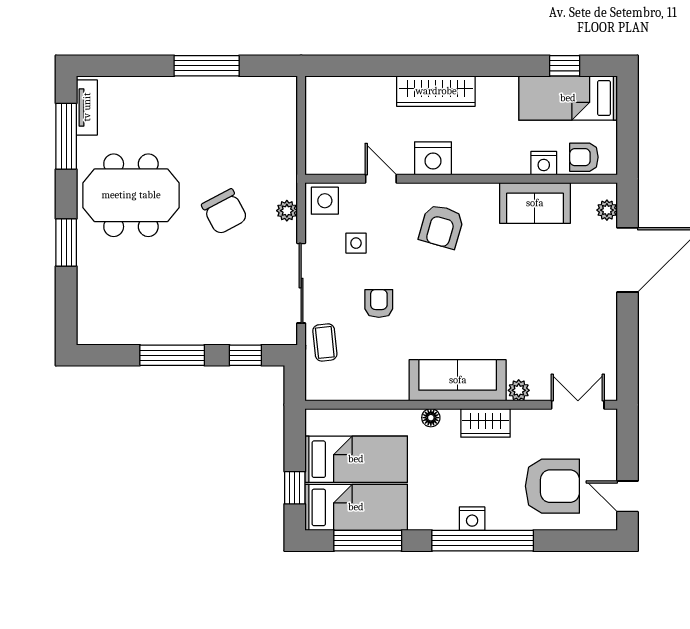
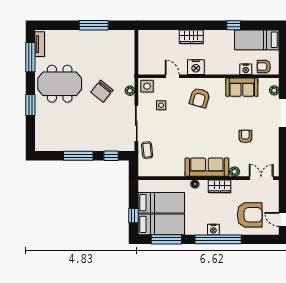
window: (565, 66) -> (234, 25), moved
wardrobe: (436, 91) -> (191, 37), width x0.67
chair: (225, 212) -> (102, 91), turned 67
armchair: (379, 303) -> (245, 136), moved

